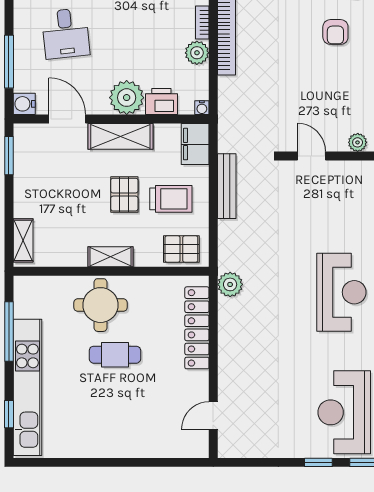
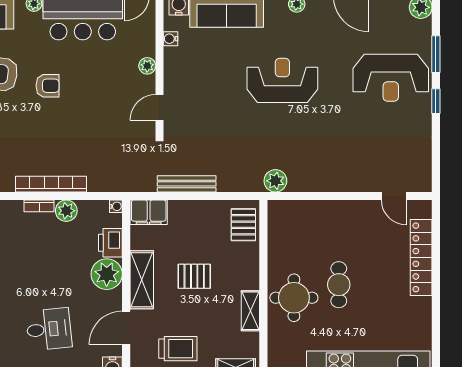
trolley: (171, 199) -> (178, 349), moved, turned 90
shelving: (111, 257) -> (250, 311), moved
locker: (197, 328) -> (421, 257), moved, turned 90

